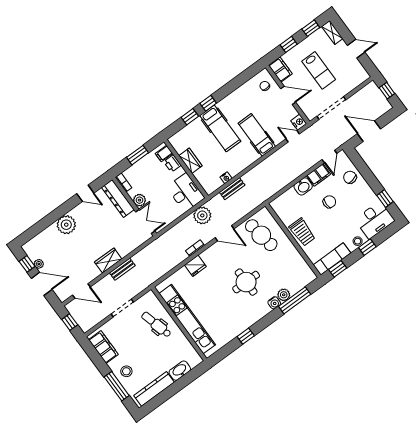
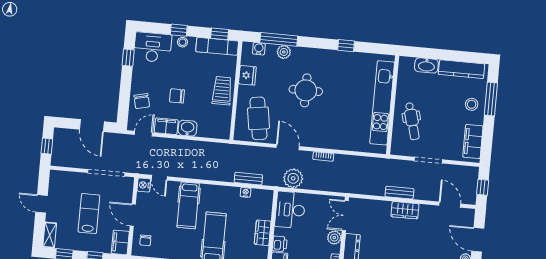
fridge: (195, 266) -> (247, 75), moved, turned 90
water cooler: (274, 303) -> (259, 49), moved

